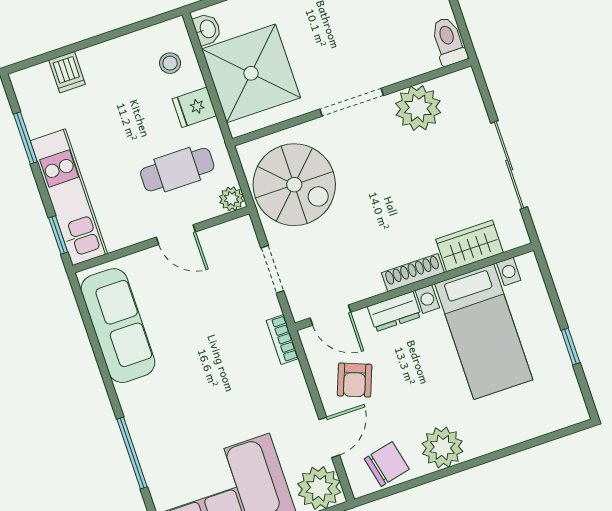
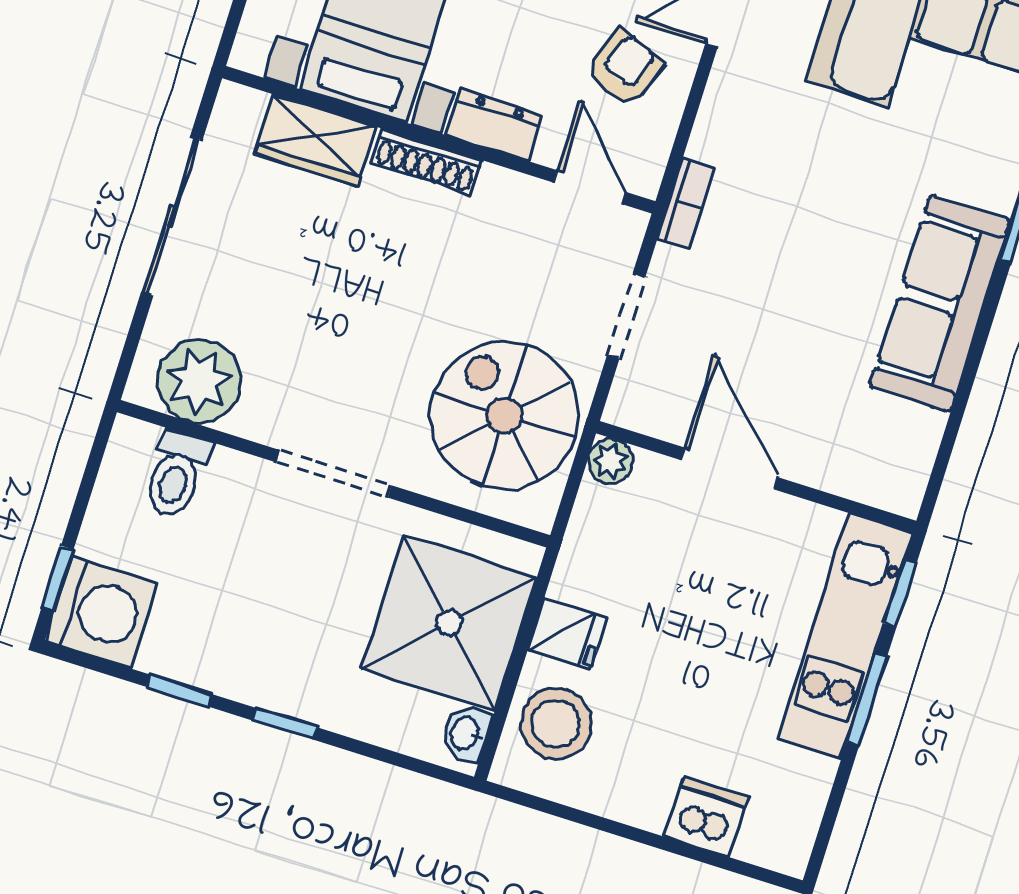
toilet: (449, 41) -> (176, 474), moved
stool: (170, 63) -> (556, 724), width x1.89, depth x1.89
dishwasher: (67, 72) -> (706, 817), width x1.38
plant: (418, 108) -> (199, 381), moved
window: (25, 138) -> (867, 699), moved
cafe table: (177, 170) -> (658, 561), removed
door: (176, 235) -> (729, 469), width x1.38
sofa: (118, 326) -> (940, 303), moved

